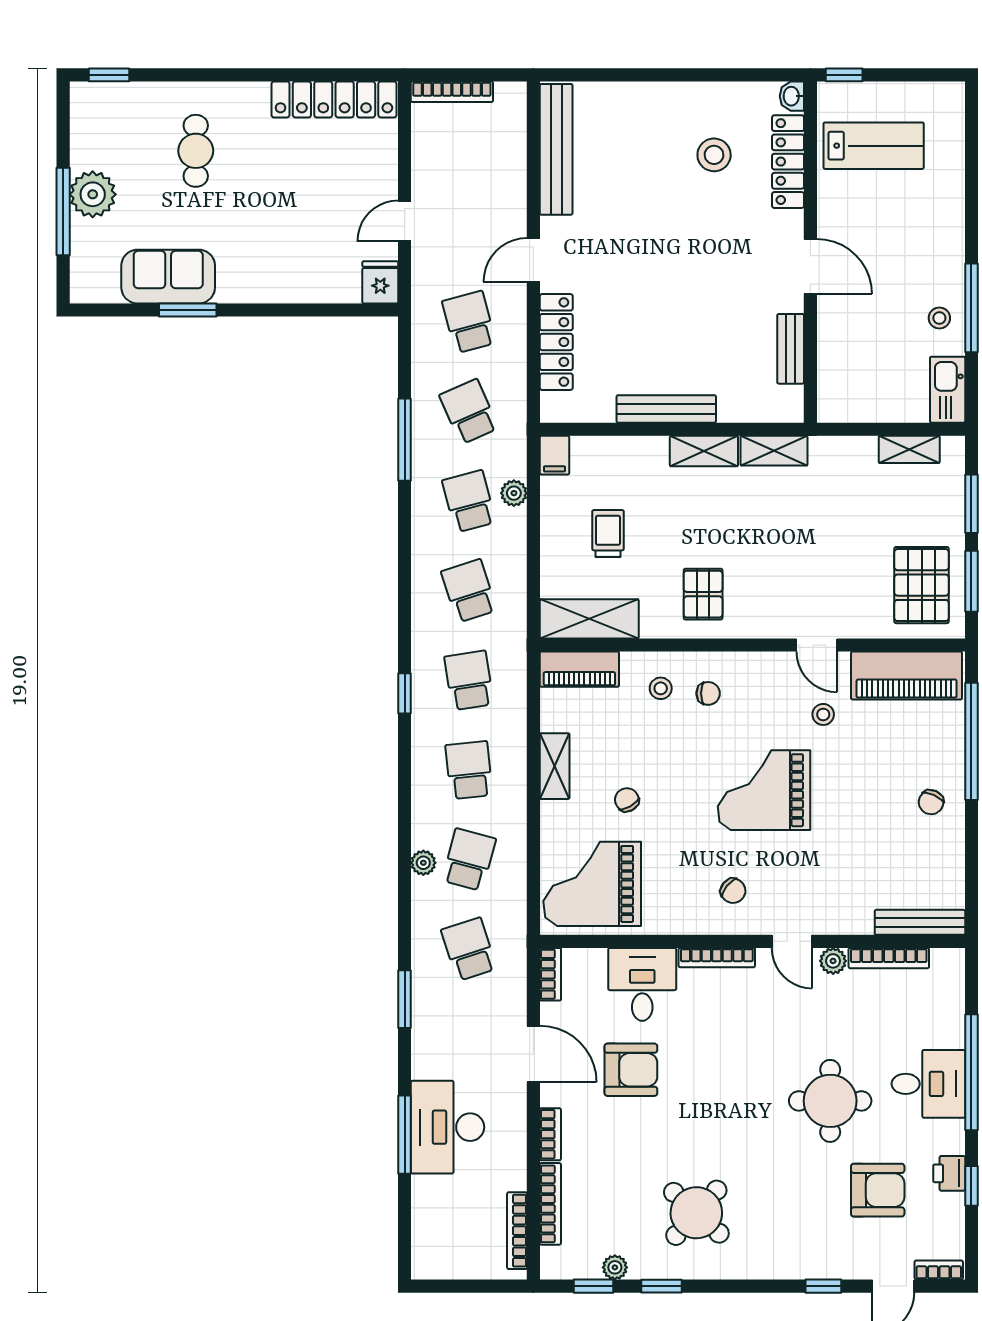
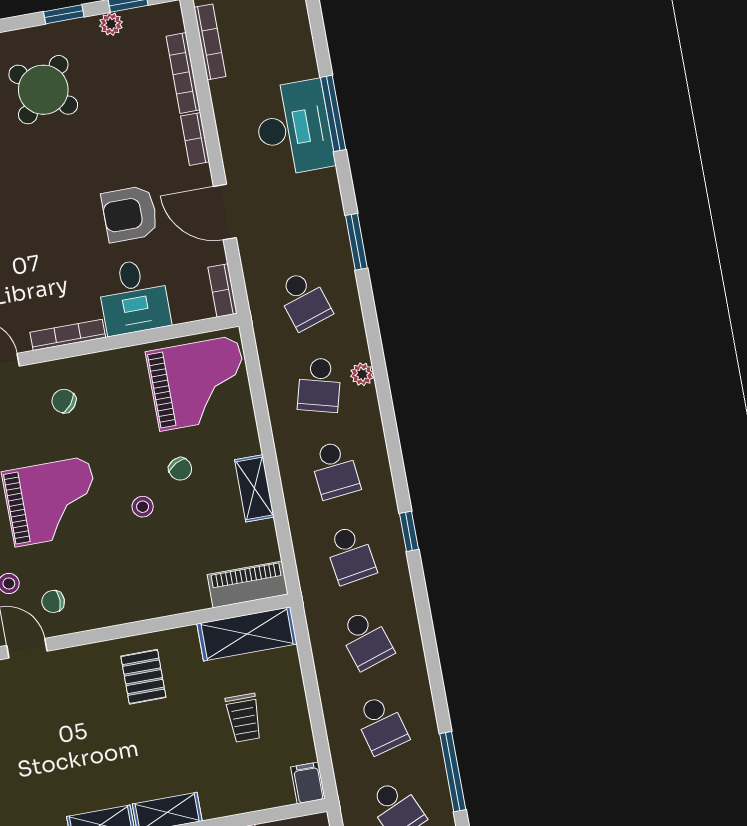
plant: (514, 493) -> (340, 740), removed
stool: (661, 688) -> (143, 507), moved
chair: (708, 693) -> (53, 601), moved

